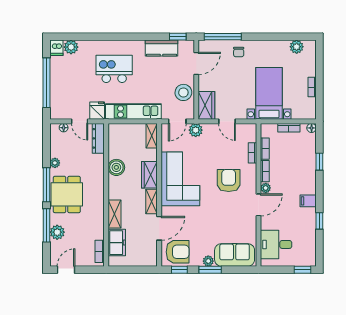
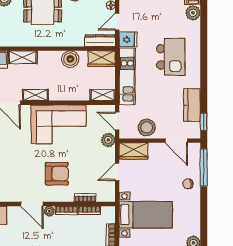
wardrobe: (149, 175) -> (102, 59), moved, turned 180

